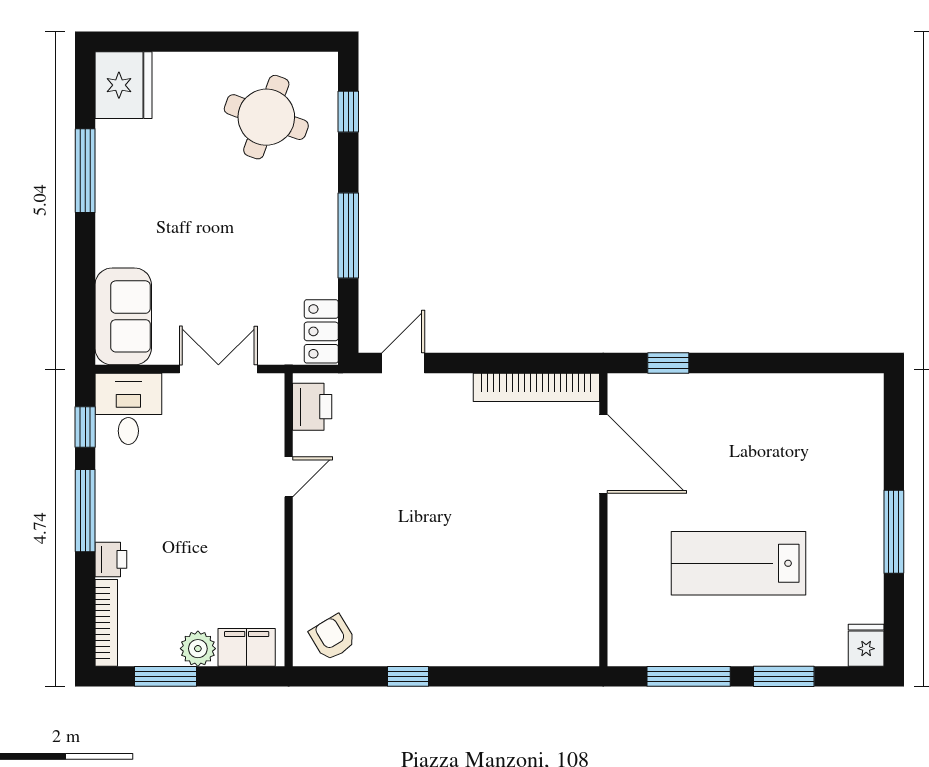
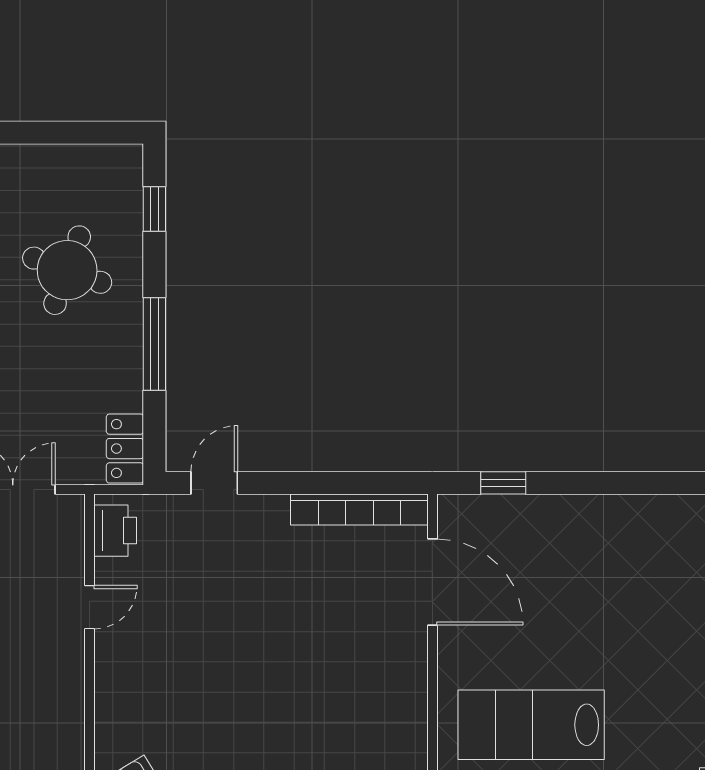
round table: (266, 117) -> (67, 270), moved
lab bench: (738, 563) -> (531, 725), moved

